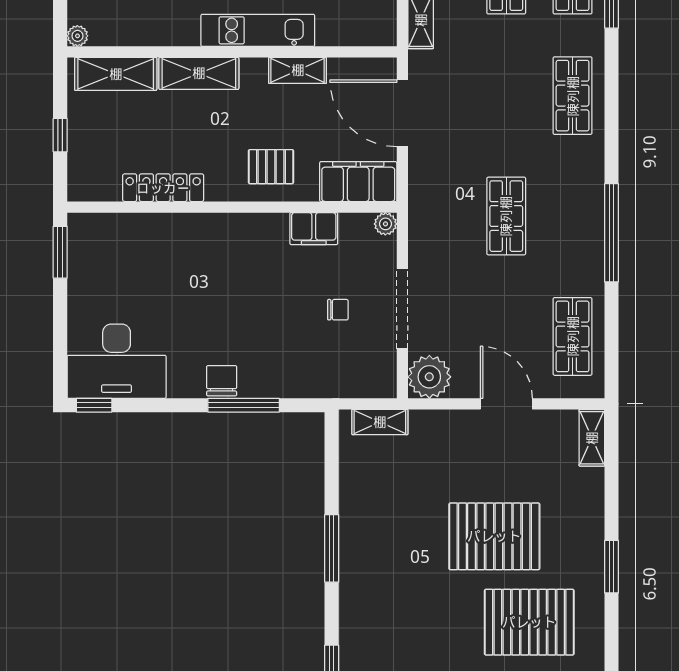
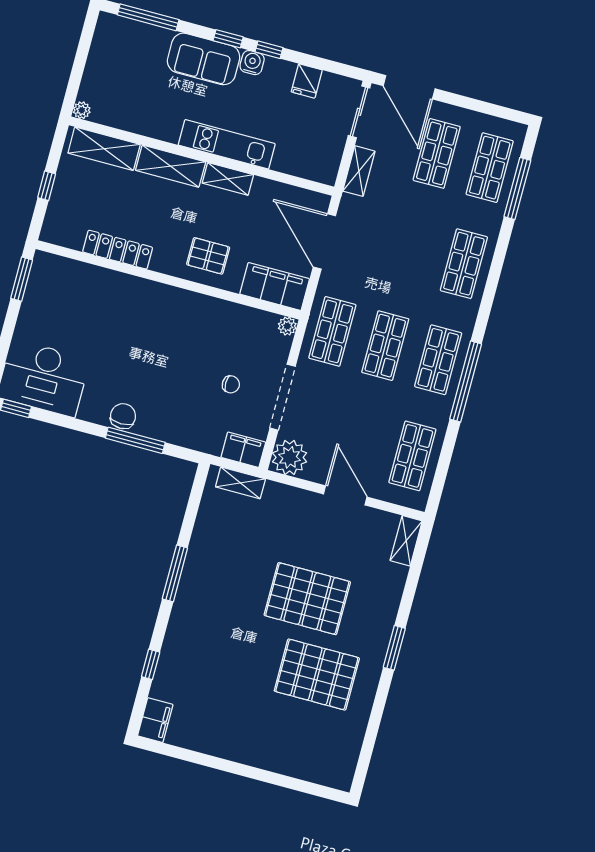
shelving: (298, 70) -> (228, 179), moved
shop shelf: (440, 216) -> (332, 331), added
shop shelf: (573, 216) -> (438, 360), added
filing cabinet: (314, 229) -> (243, 450), moved, turned 180

